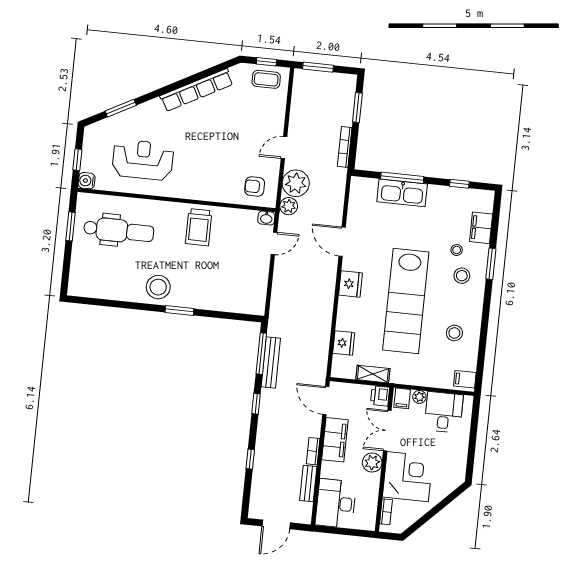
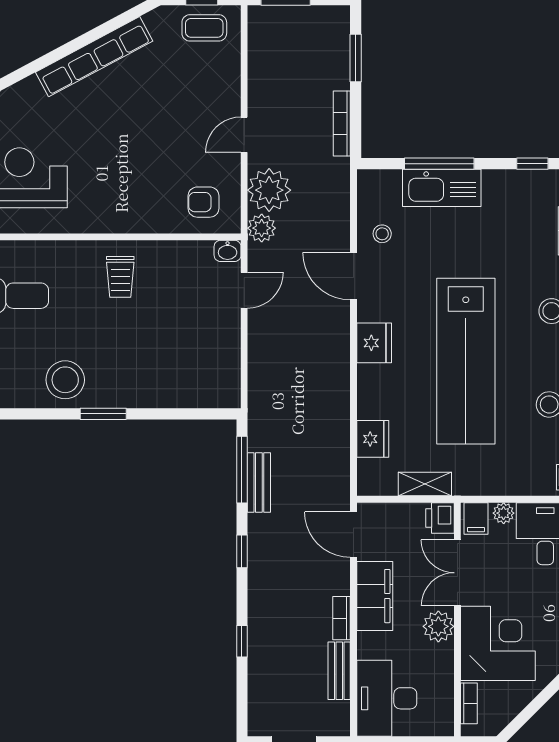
trolley: (199, 227) -> (120, 277), width x0.73, depth x0.72
stool: (457, 250) -> (382, 234), moved
bench: (271, 363) -> (259, 483), width x0.73

